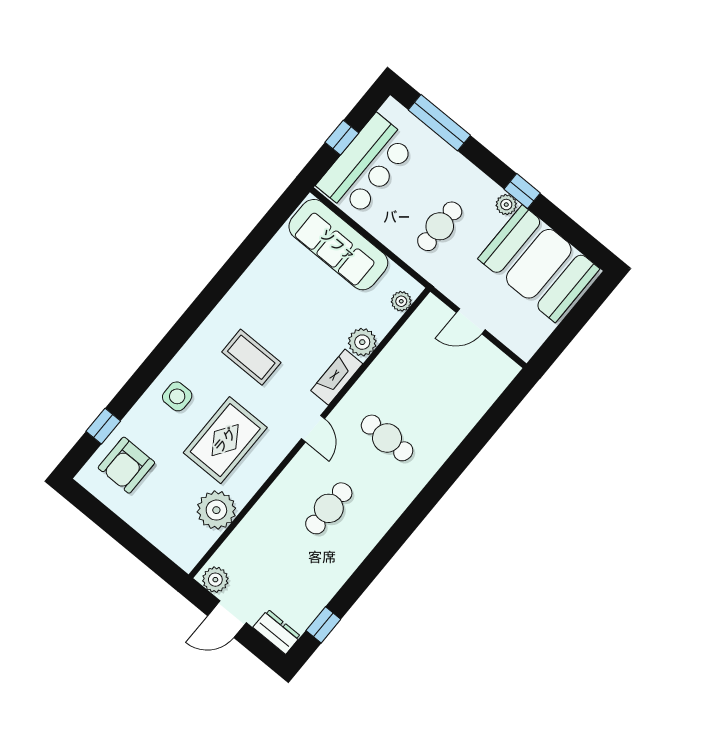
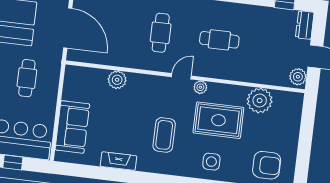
cafe table: (440, 226) -> (27, 78), turned 90
sofa: (338, 245) -> (72, 127), width x0.73
plant: (401, 301) -> (200, 87), moved
door: (471, 321) -> (68, 28), width x1.88
fireplace: (337, 377) -> (119, 161), moved, turned 180

